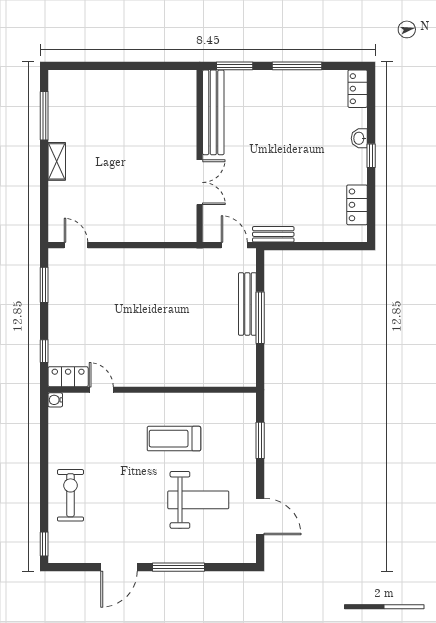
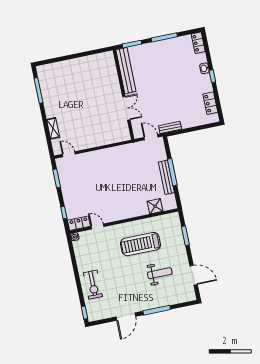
shelving: (57, 161) -> (53, 128), moved
bench: (247, 304) -> (166, 177), moved
shower: (215, 374) -> (155, 206), added
treadmill: (174, 439) -> (140, 244), width x1.37, depth x1.38
exercise bike: (70, 495) -> (93, 285), turned 180
weight bench: (198, 500) -> (160, 273), width x0.73, depth x0.75

